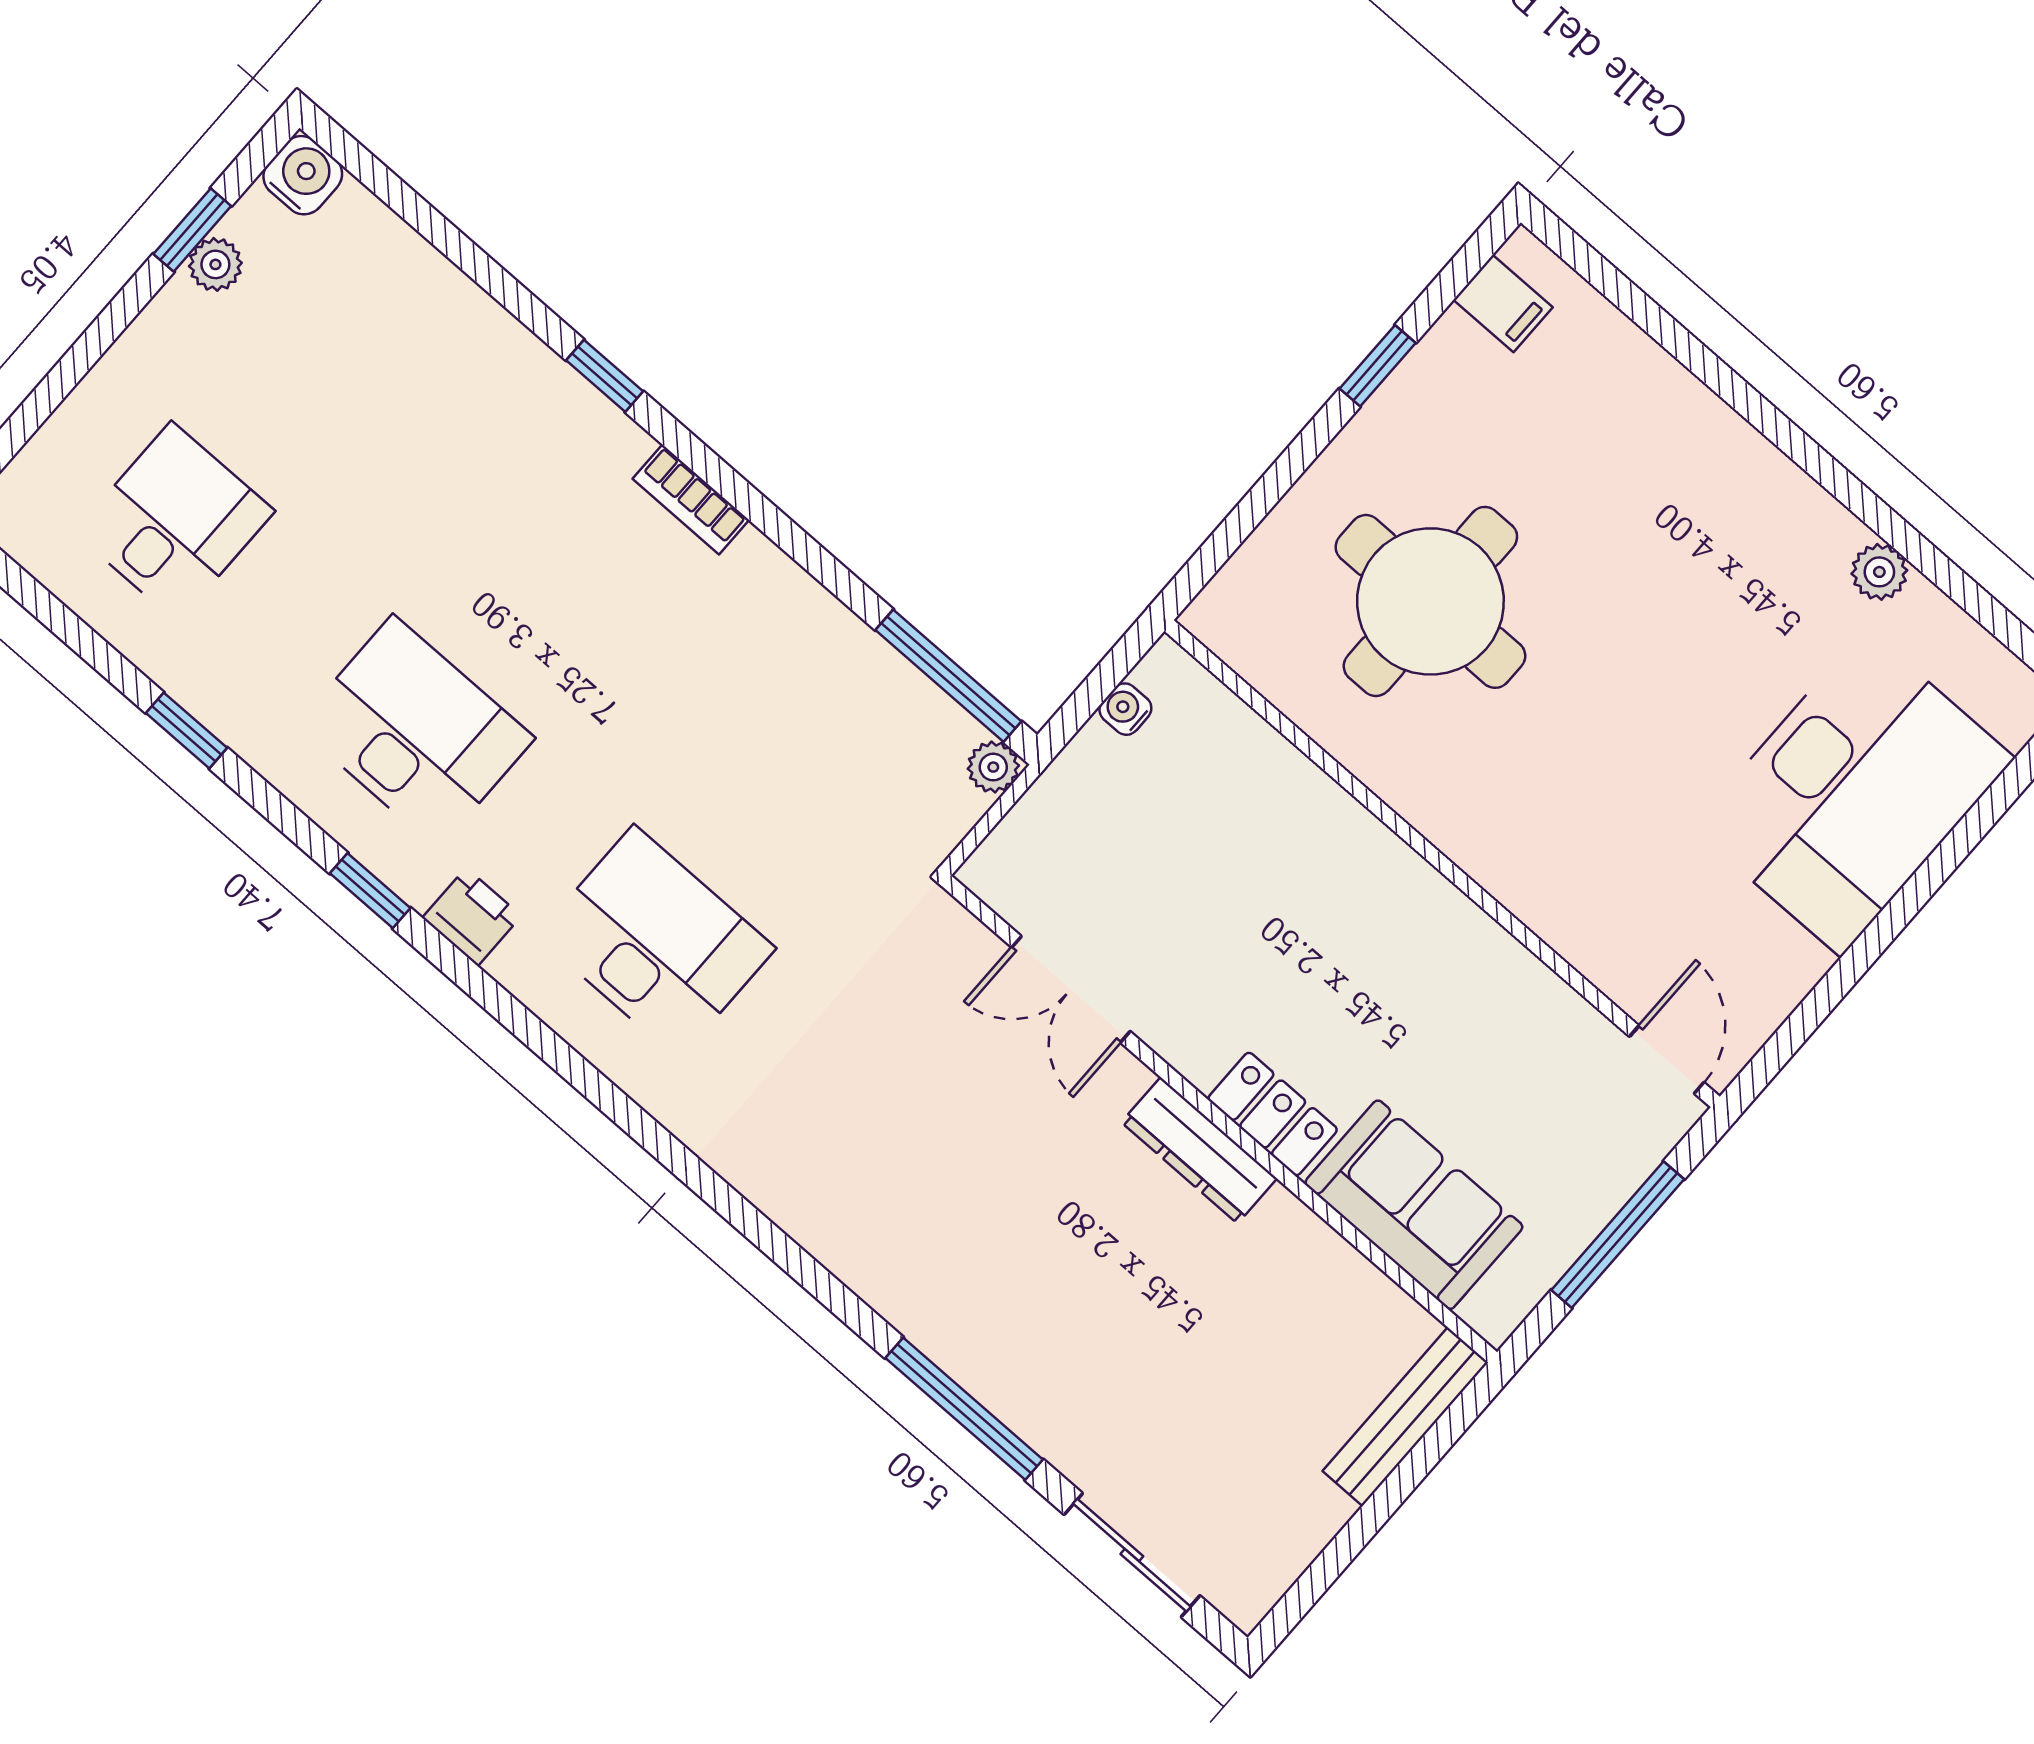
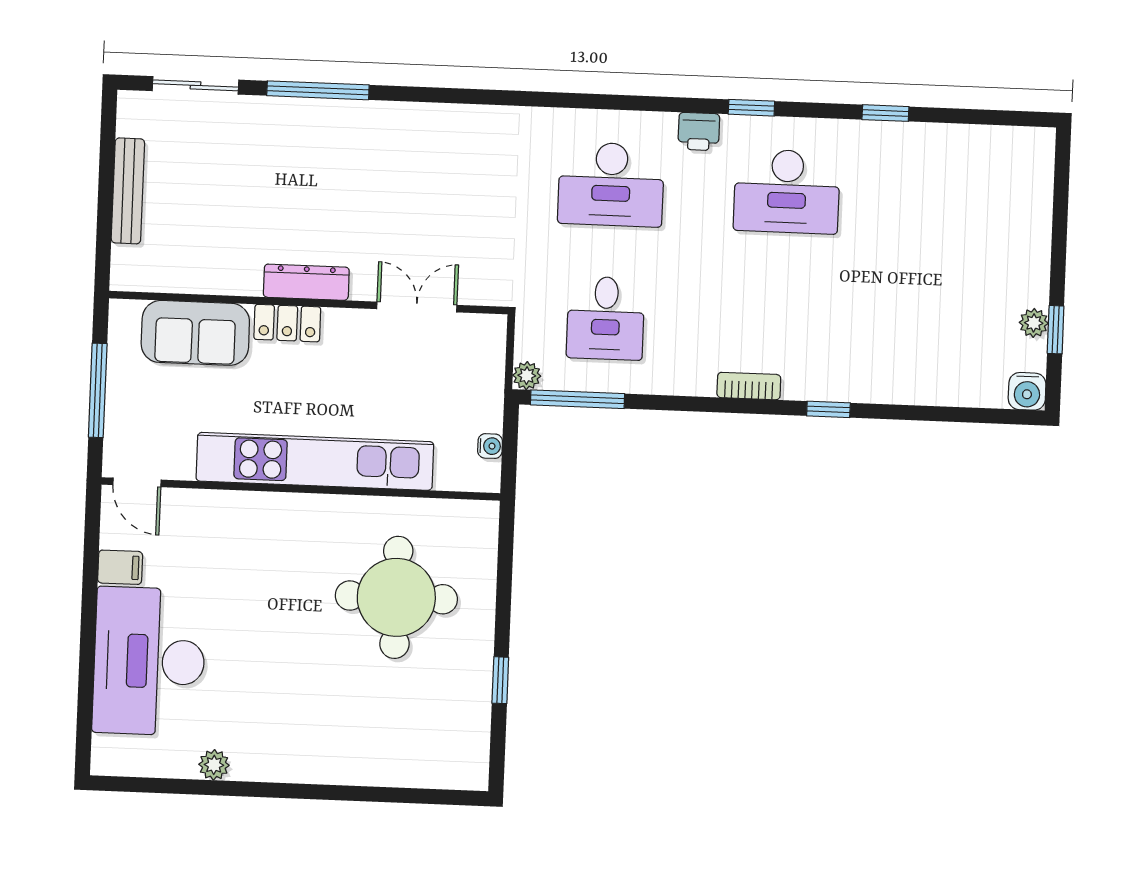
filing cabinet: (1503, 303) -> (120, 567), moved, turned 180
desk: (175, 522) -> (606, 318), moved
kitchen unit: (1391, 887) -> (315, 461), added
bench: (1405, 1417) -> (128, 191), moved

